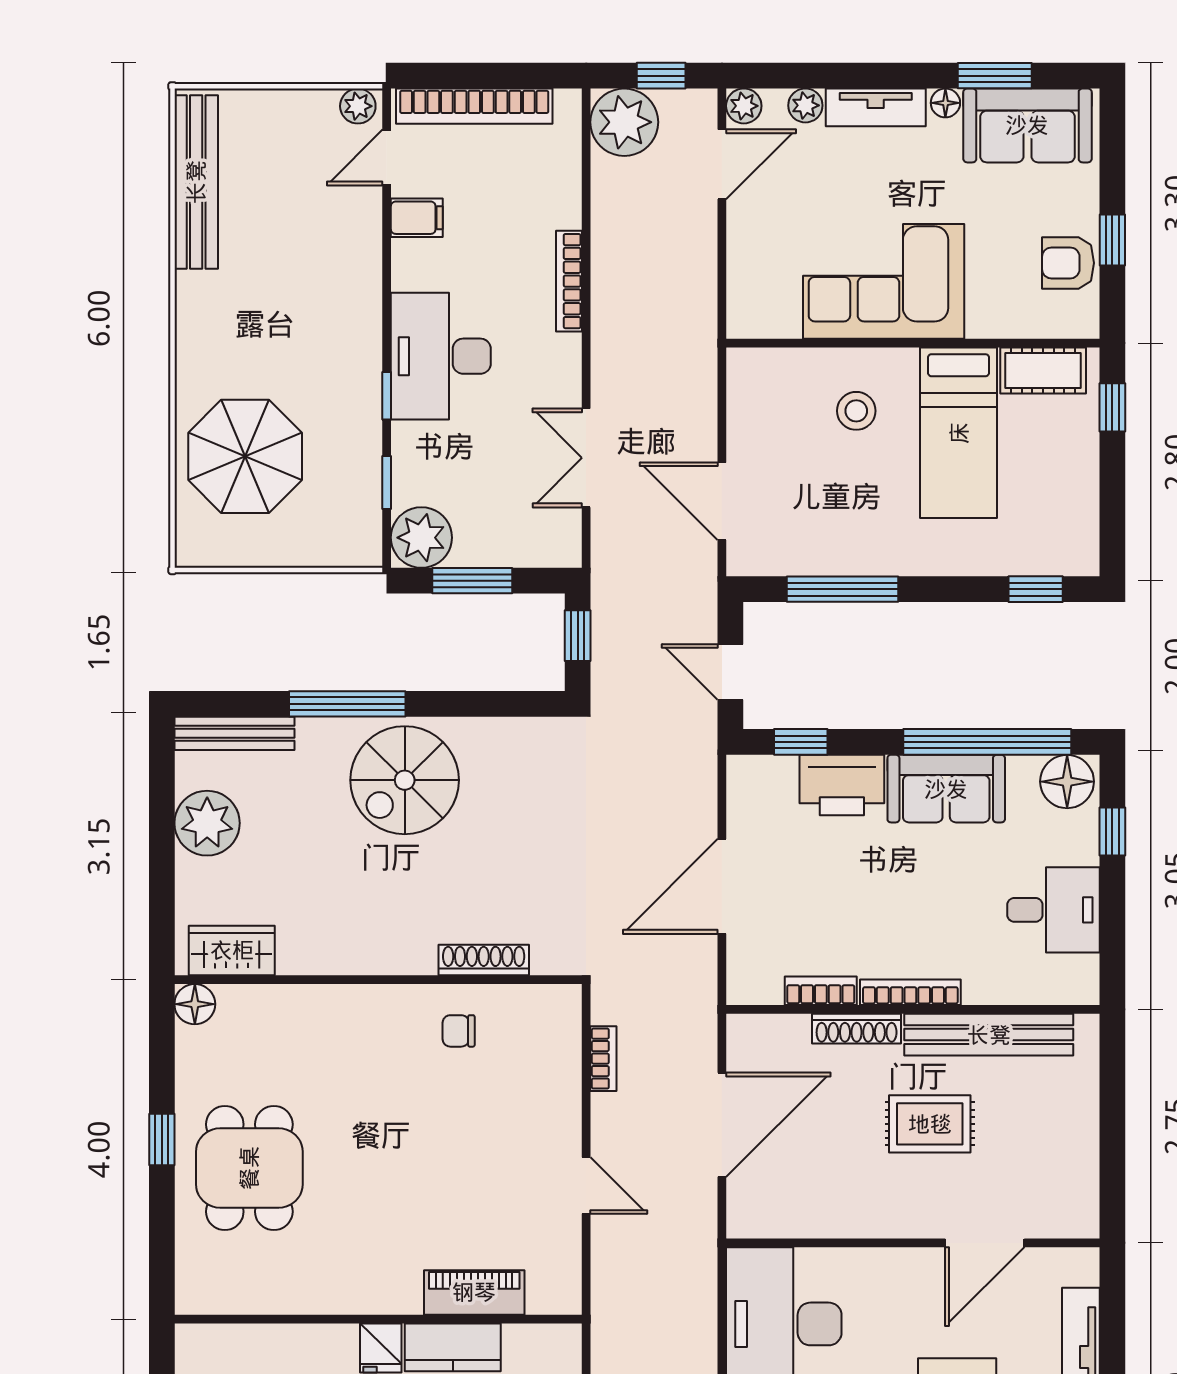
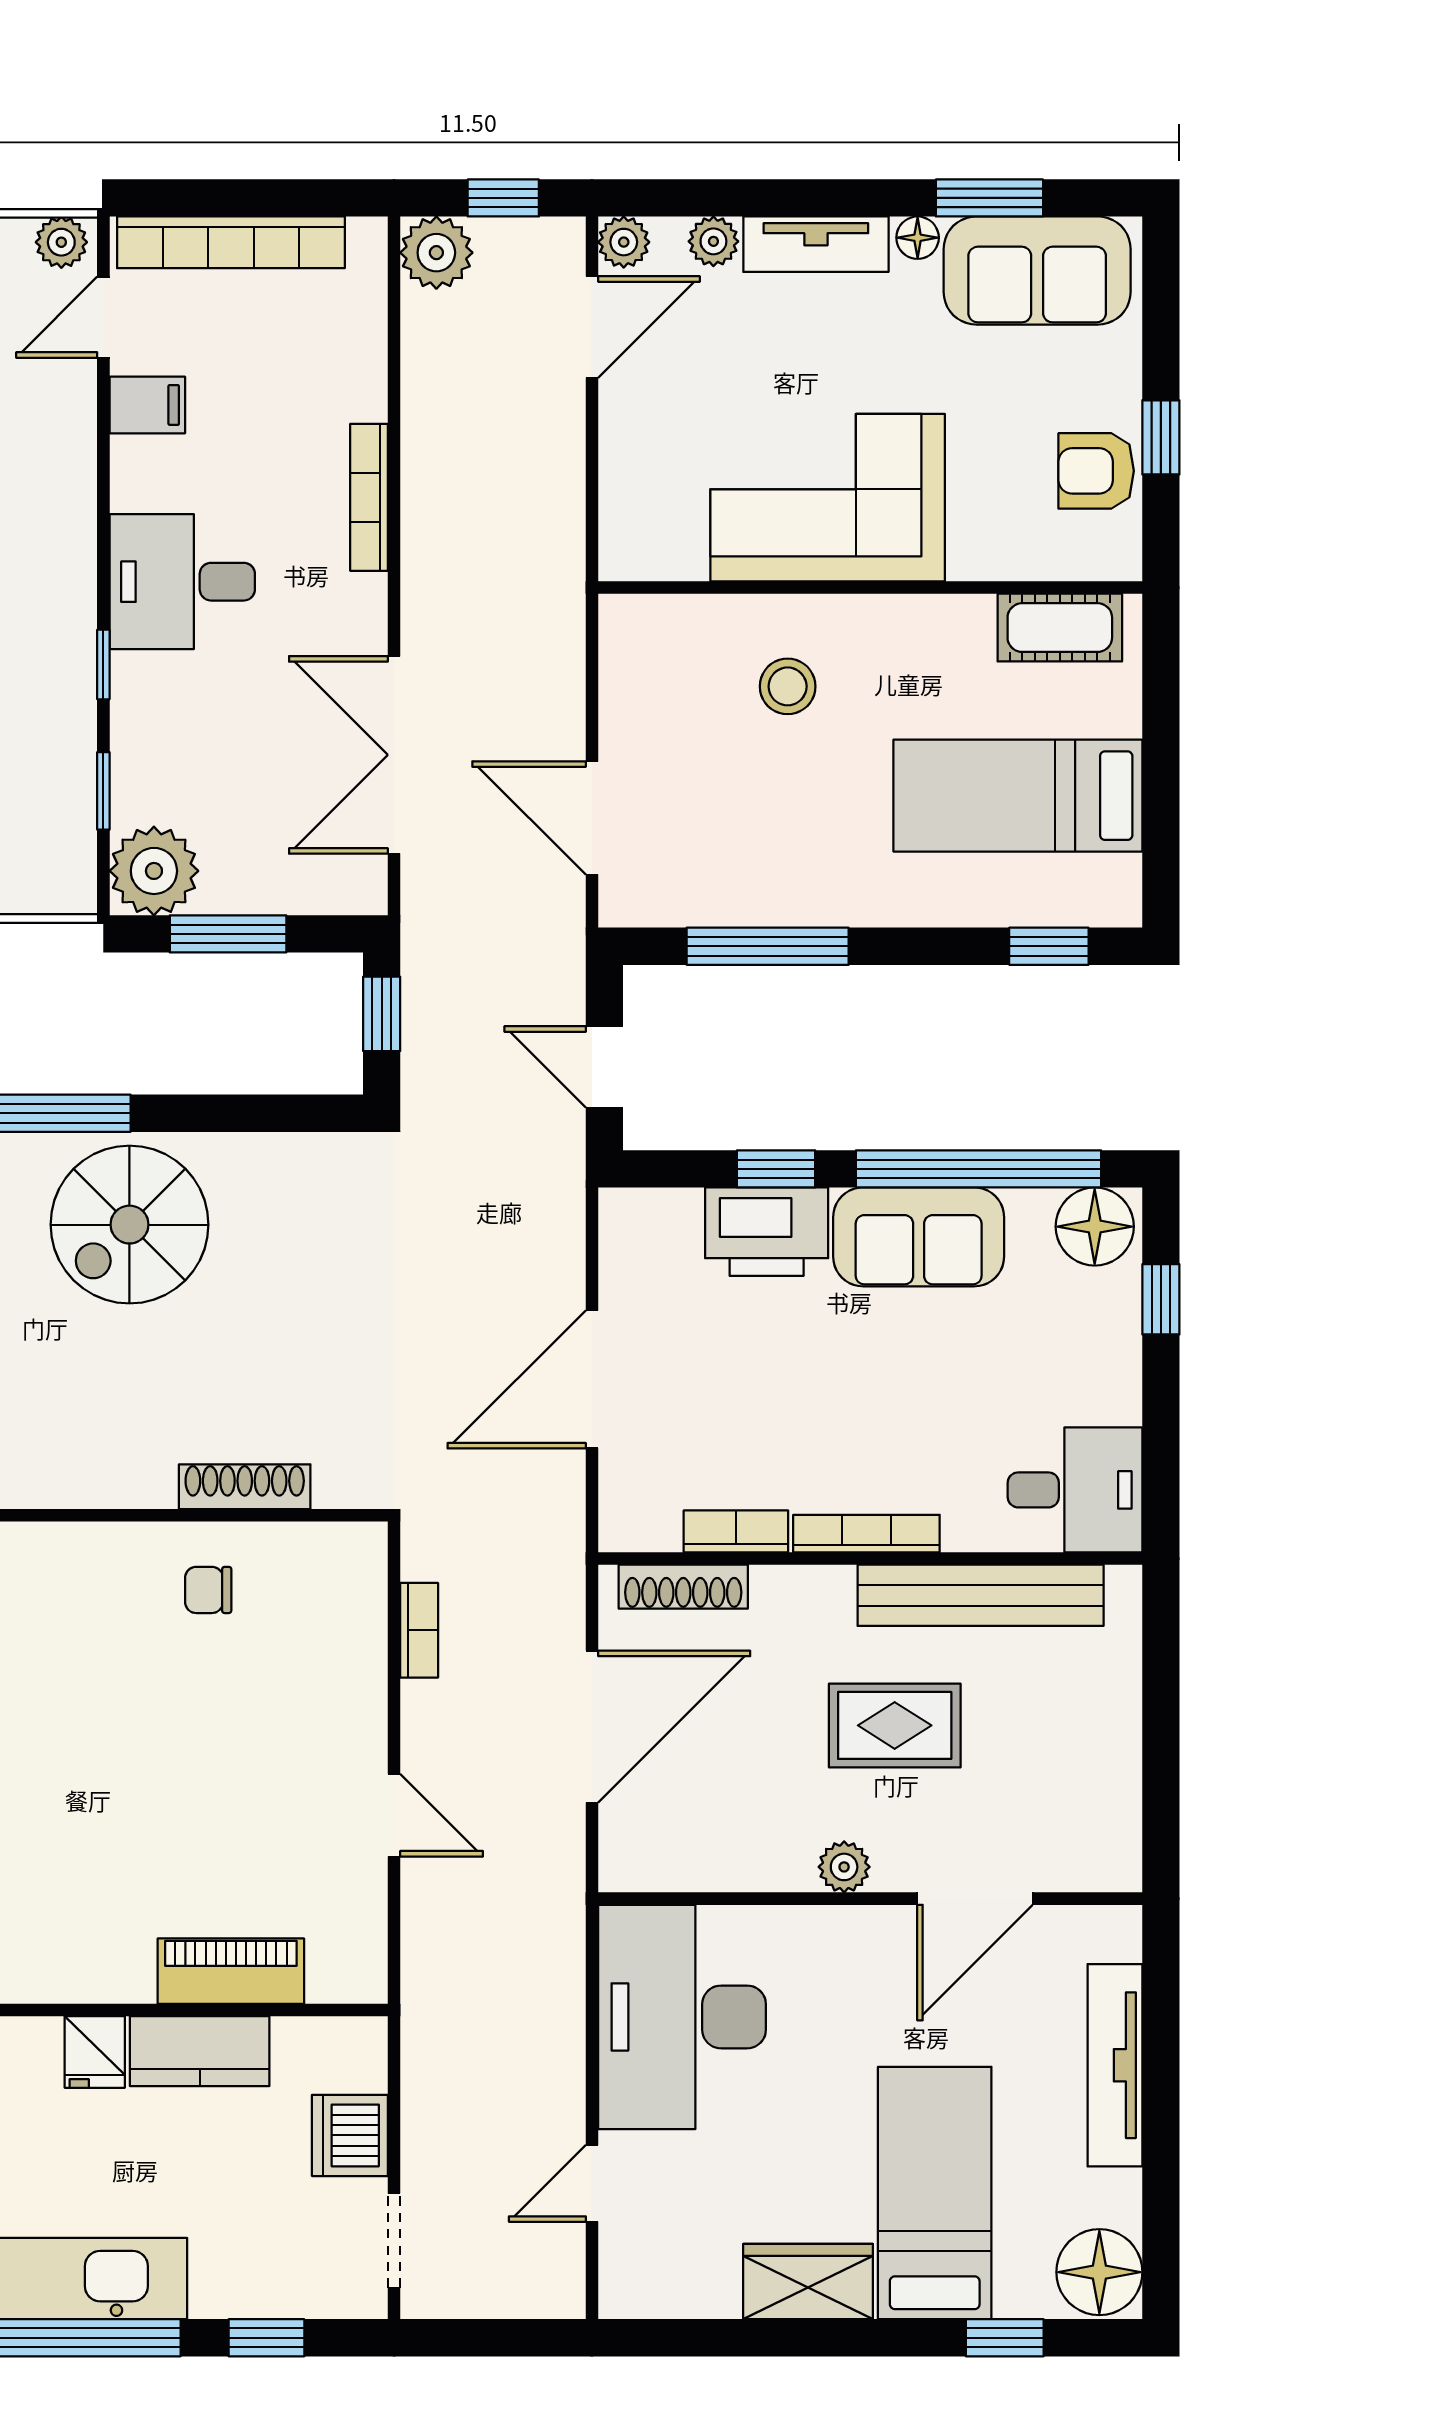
plant: (624, 122) -> (436, 253), width x0.73, depth x0.73
desk: (441, 356) -> (182, 582), width x0.73
window: (1112, 407) -> (1161, 681), removed
bed: (959, 433) -> (1018, 796), moved, turned 90
double door: (586, 458) -> (394, 755), width x1.37
window: (801, 742) -> (776, 1169), moved
desk: (1054, 910) -> (1075, 1490), moved
shoe rack: (857, 1029) -> (683, 1587), moved
plant: (895, 1221) -> (844, 1867), added

